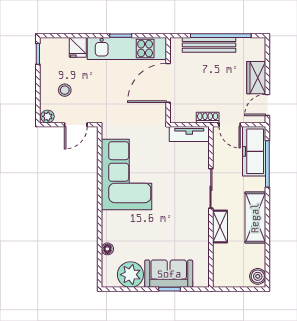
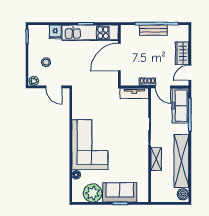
bench: (209, 45) -> (153, 30), width x0.73
door: (76, 125) -> (54, 87), hinge flipped
corner sofa: (126, 175) -> (90, 145), moved
shelving: (255, 218) -> (181, 161), width x1.47

